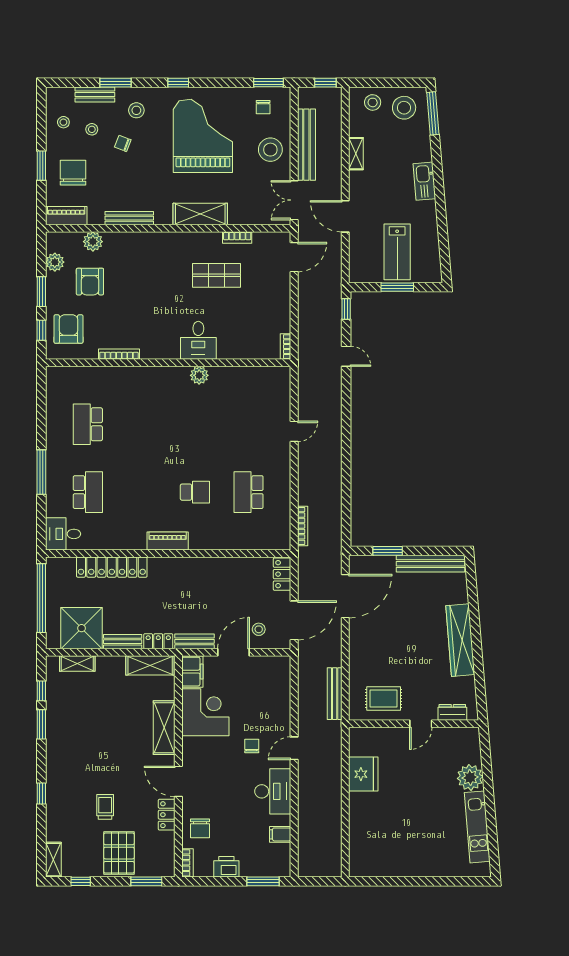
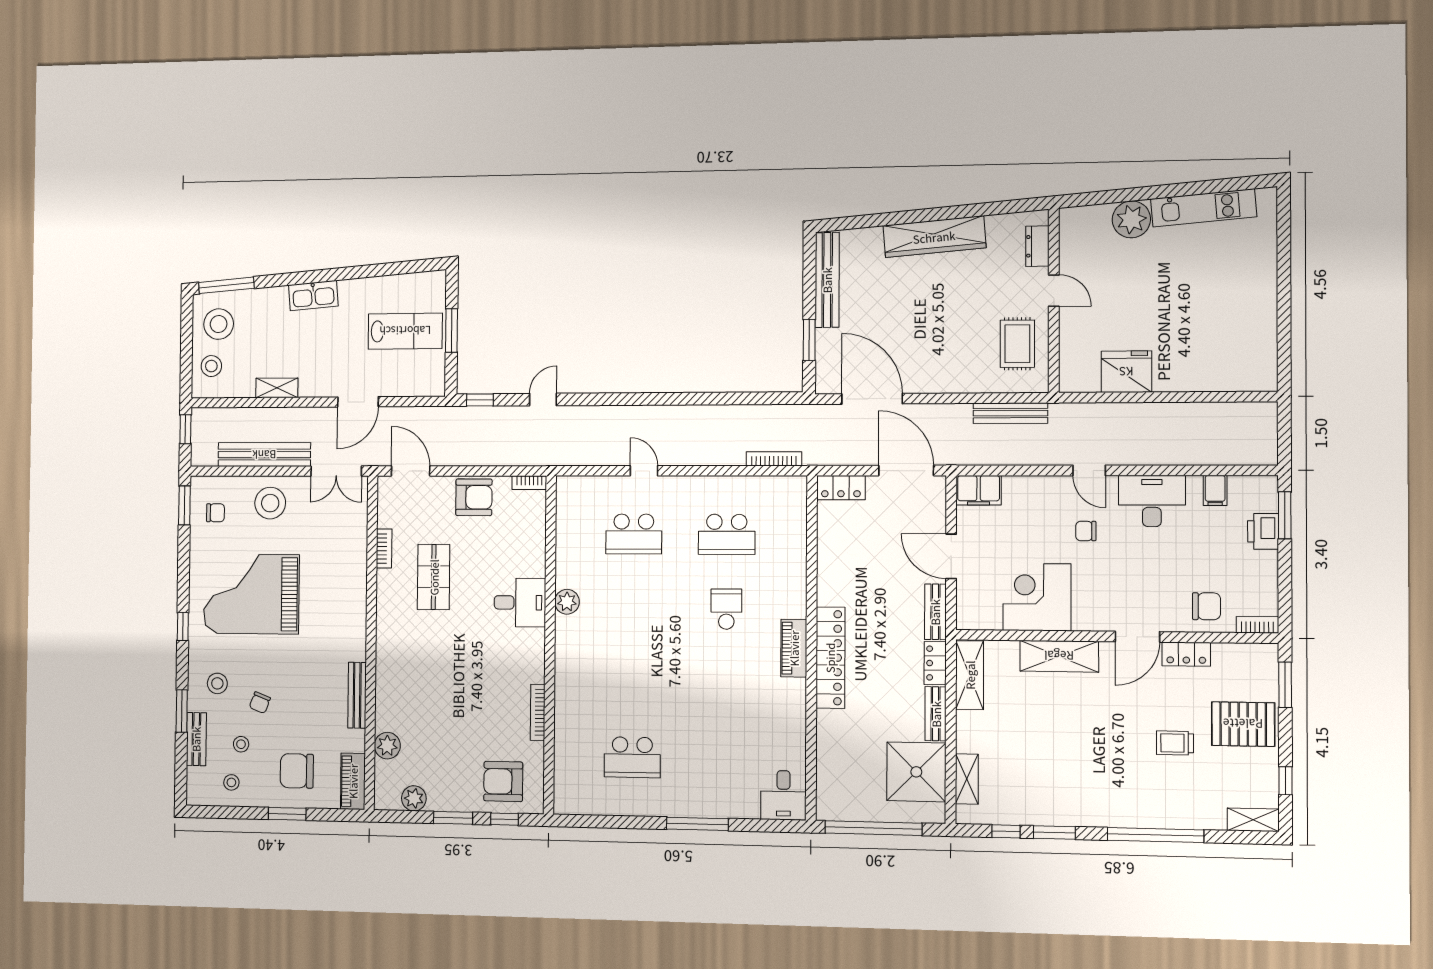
shelving: (200, 214) -> (353, 598), removed
armchair: (90, 282) -> (474, 497), moved
school desk: (88, 492) -> (634, 534), moved, turned 180
locker: (112, 567) -> (830, 658), moved
stool: (259, 629) -> (919, 521), removed
filing cabinet: (192, 672) -> (979, 490), moved, turned 180
window: (41, 794) -> (1155, 835), width x3.17
printer: (226, 867) -> (1263, 531), moved

